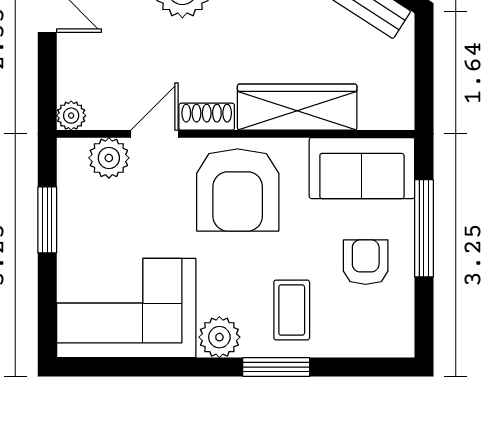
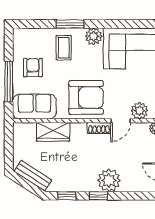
wardrobe: (297, 107) -> (53, 132), width x0.67
armchair: (238, 190) -> (86, 97), turned 90
armchair: (366, 262) -> (33, 68), turned 180

